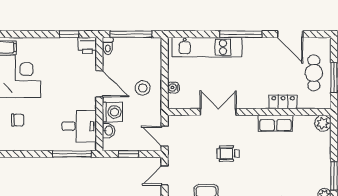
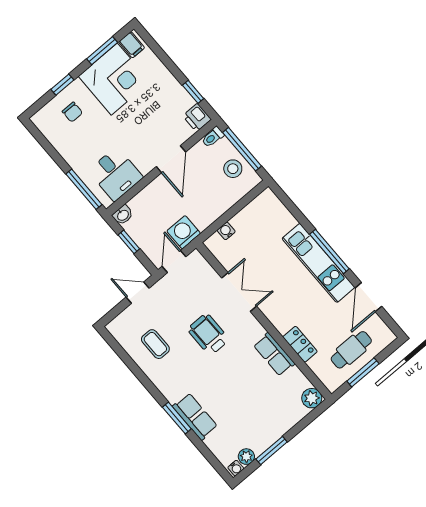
kitchen unit: (207, 47) -> (318, 263), moved
stool: (143, 88) -> (233, 169), moved
washing machine: (112, 112) -> (184, 232), moved, turned 180
washbasin: (108, 131) -> (123, 215), moved
wheelchair: (228, 154) -> (208, 334), width x1.36, depth x1.37

